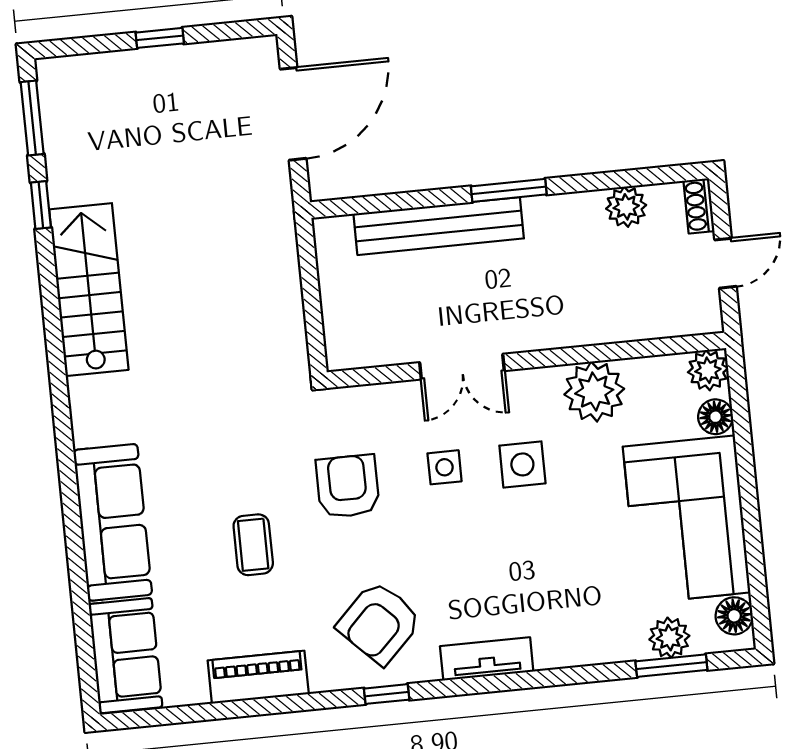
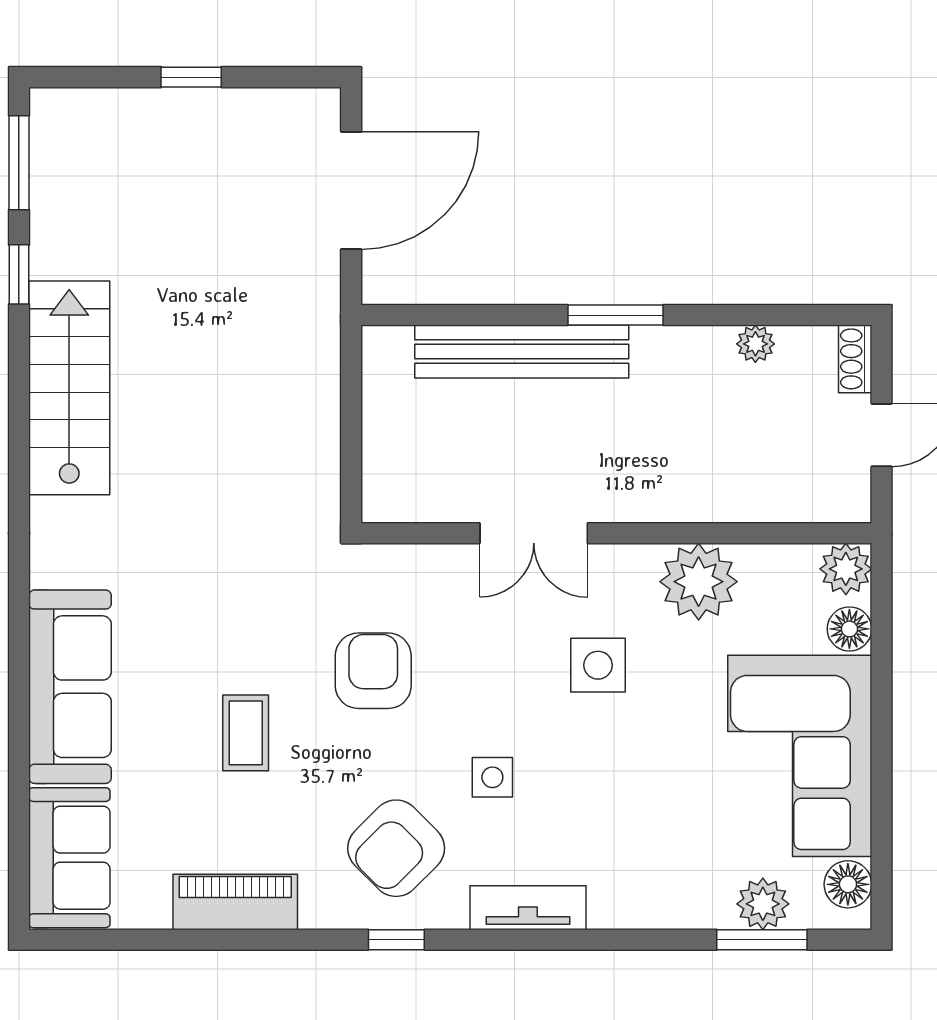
plant: (626, 207) -> (755, 344), width x0.73, depth x0.73
side table: (445, 467) -> (492, 777), moved

